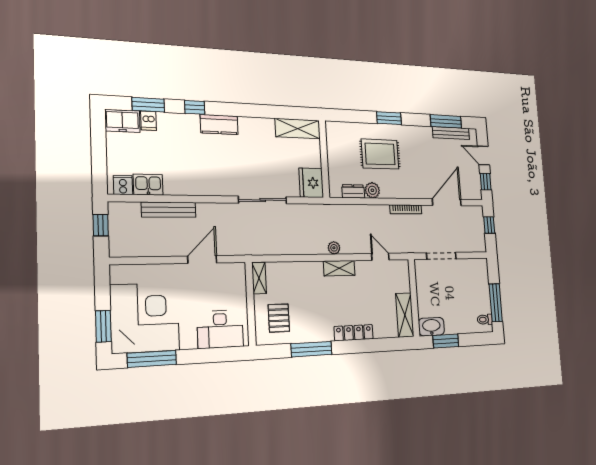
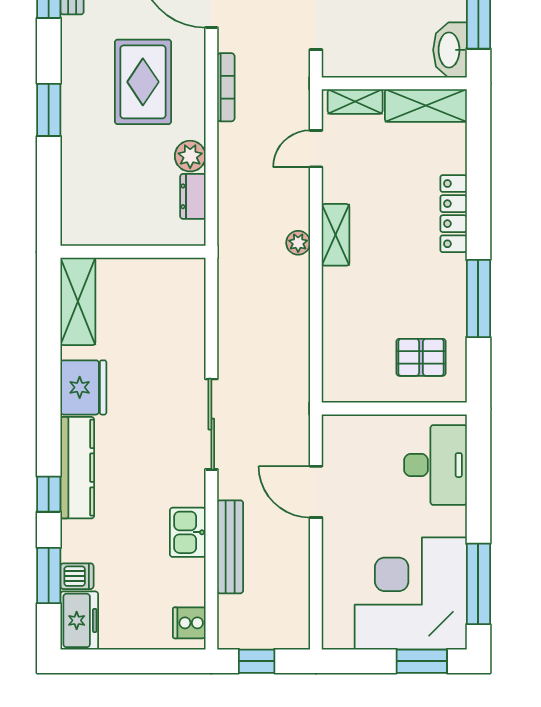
kitchen counter: (219, 124) -> (77, 468), width x1.50
rug: (380, 154) -> (143, 82), moved
fridge: (311, 183) -> (83, 387), moved, turned -90
kitchen sink: (148, 185) -> (188, 532), moved
sliding door: (263, 200) -> (211, 424), moved
shelving: (259, 278) -> (355, 102), moved

